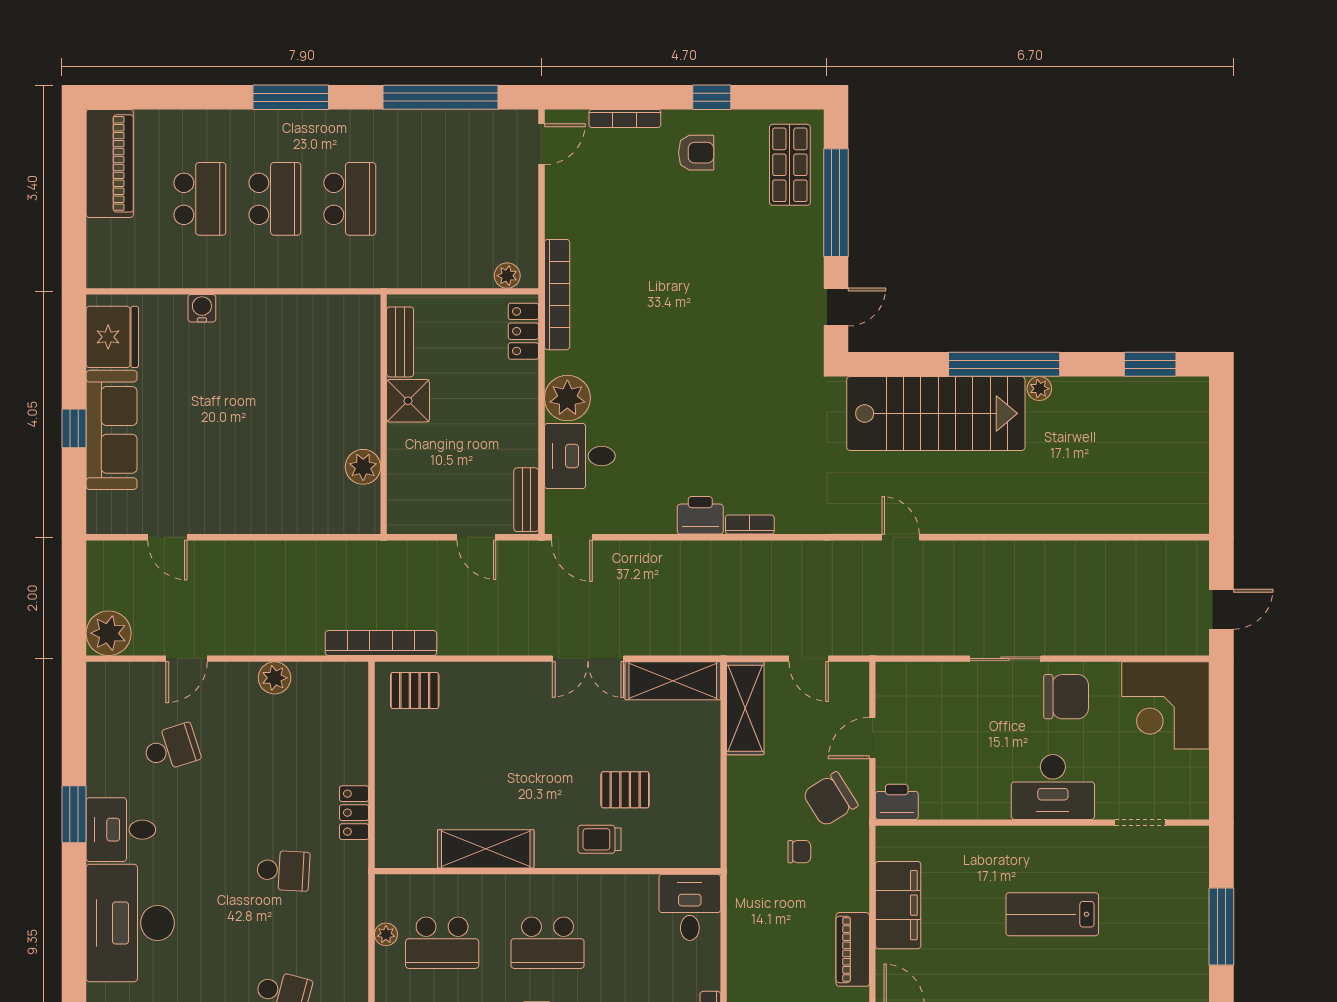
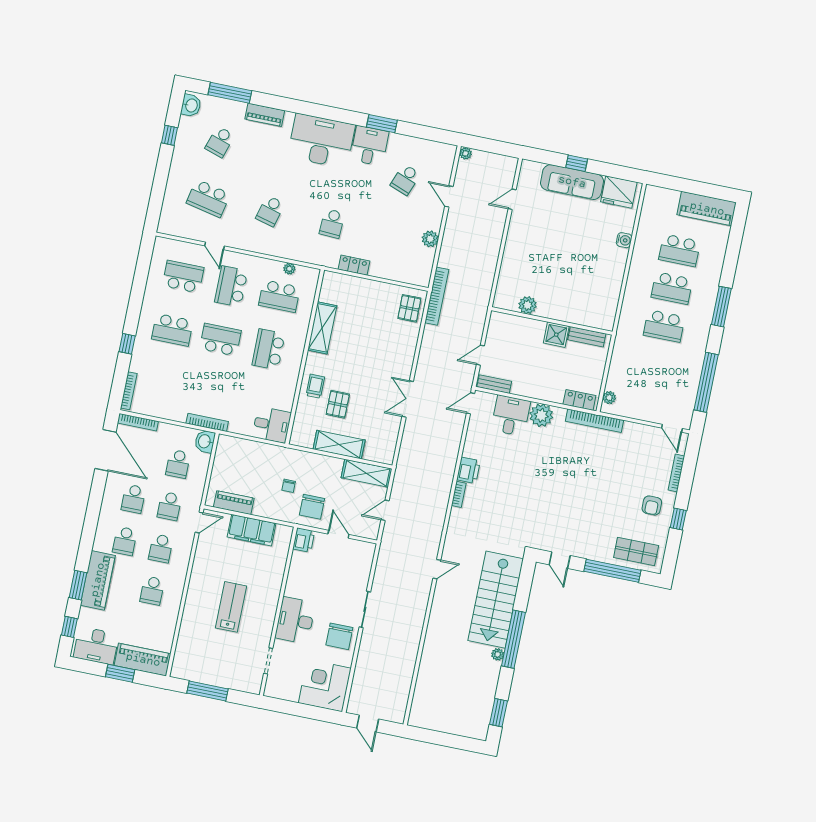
plant: (109, 633) -> (465, 153), width x0.53, depth x0.53
shelving: (673, 681) -> (339, 445), moved, turned 90
school desk: (171, 748) -> (405, 180), turned 39
chair: (830, 799) -> (312, 507), turned -148
school desk: (442, 943) -> (279, 296), turned -90

